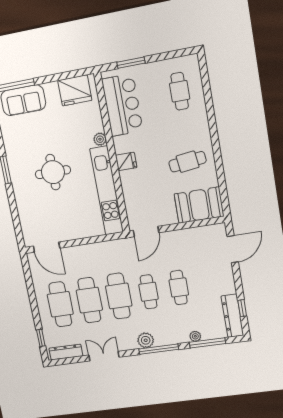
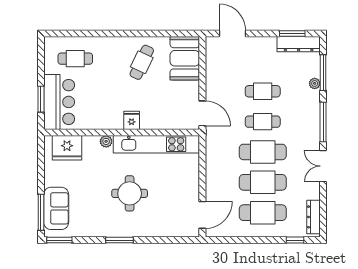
fridge: (75, 90) -> (67, 148), moved, turned 90
bar counter: (122, 105) -> (59, 102), moved, turned 90
cafe table: (188, 162) -> (142, 62), turned 32
window: (242, 308) -> (292, 34), width x1.50
plant: (146, 340) -> (312, 133), removed
double door: (104, 356) -> (323, 166), moved

